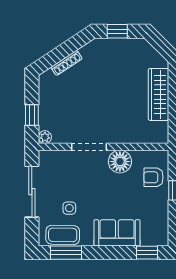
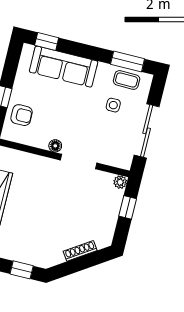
floor lamp: (120, 162) -> (55, 146), width x0.53, depth x0.53
sofa: (117, 233) -> (64, 67), width x1.36
coffee table: (63, 235) -> (127, 80), width x0.73, depth x0.77

